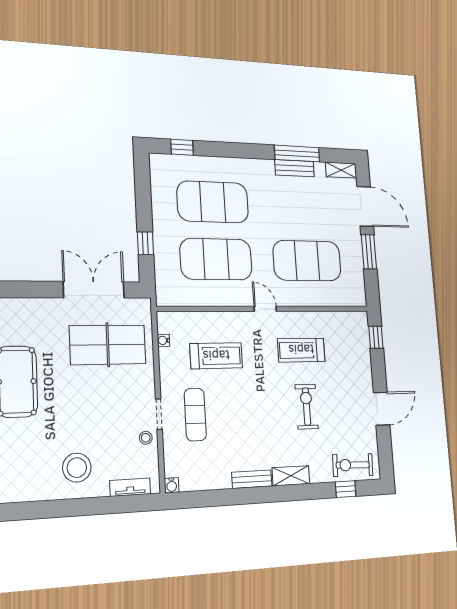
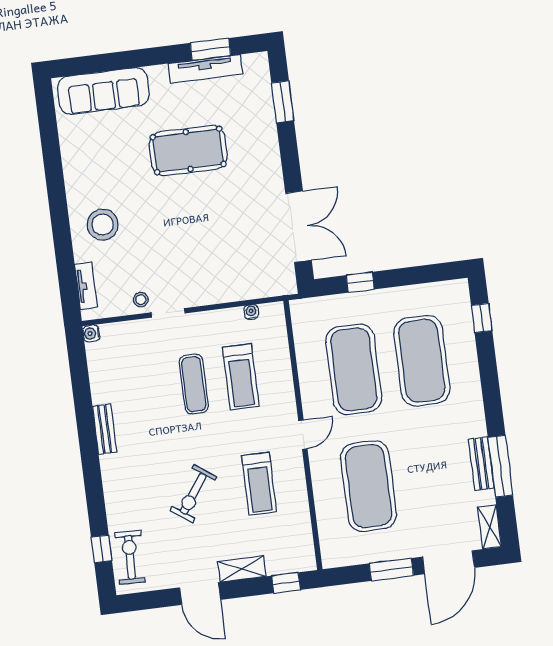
table tennis table: (108, 345) -> (239, 248), removed
treadmill: (301, 350) -> (259, 484), turned 180
exercise bike: (307, 407) -> (193, 494), turned 125
exercise mat: (195, 415) -> (194, 384), moved, turned 90
shelving: (291, 476) -> (242, 569), moved, turned 90

